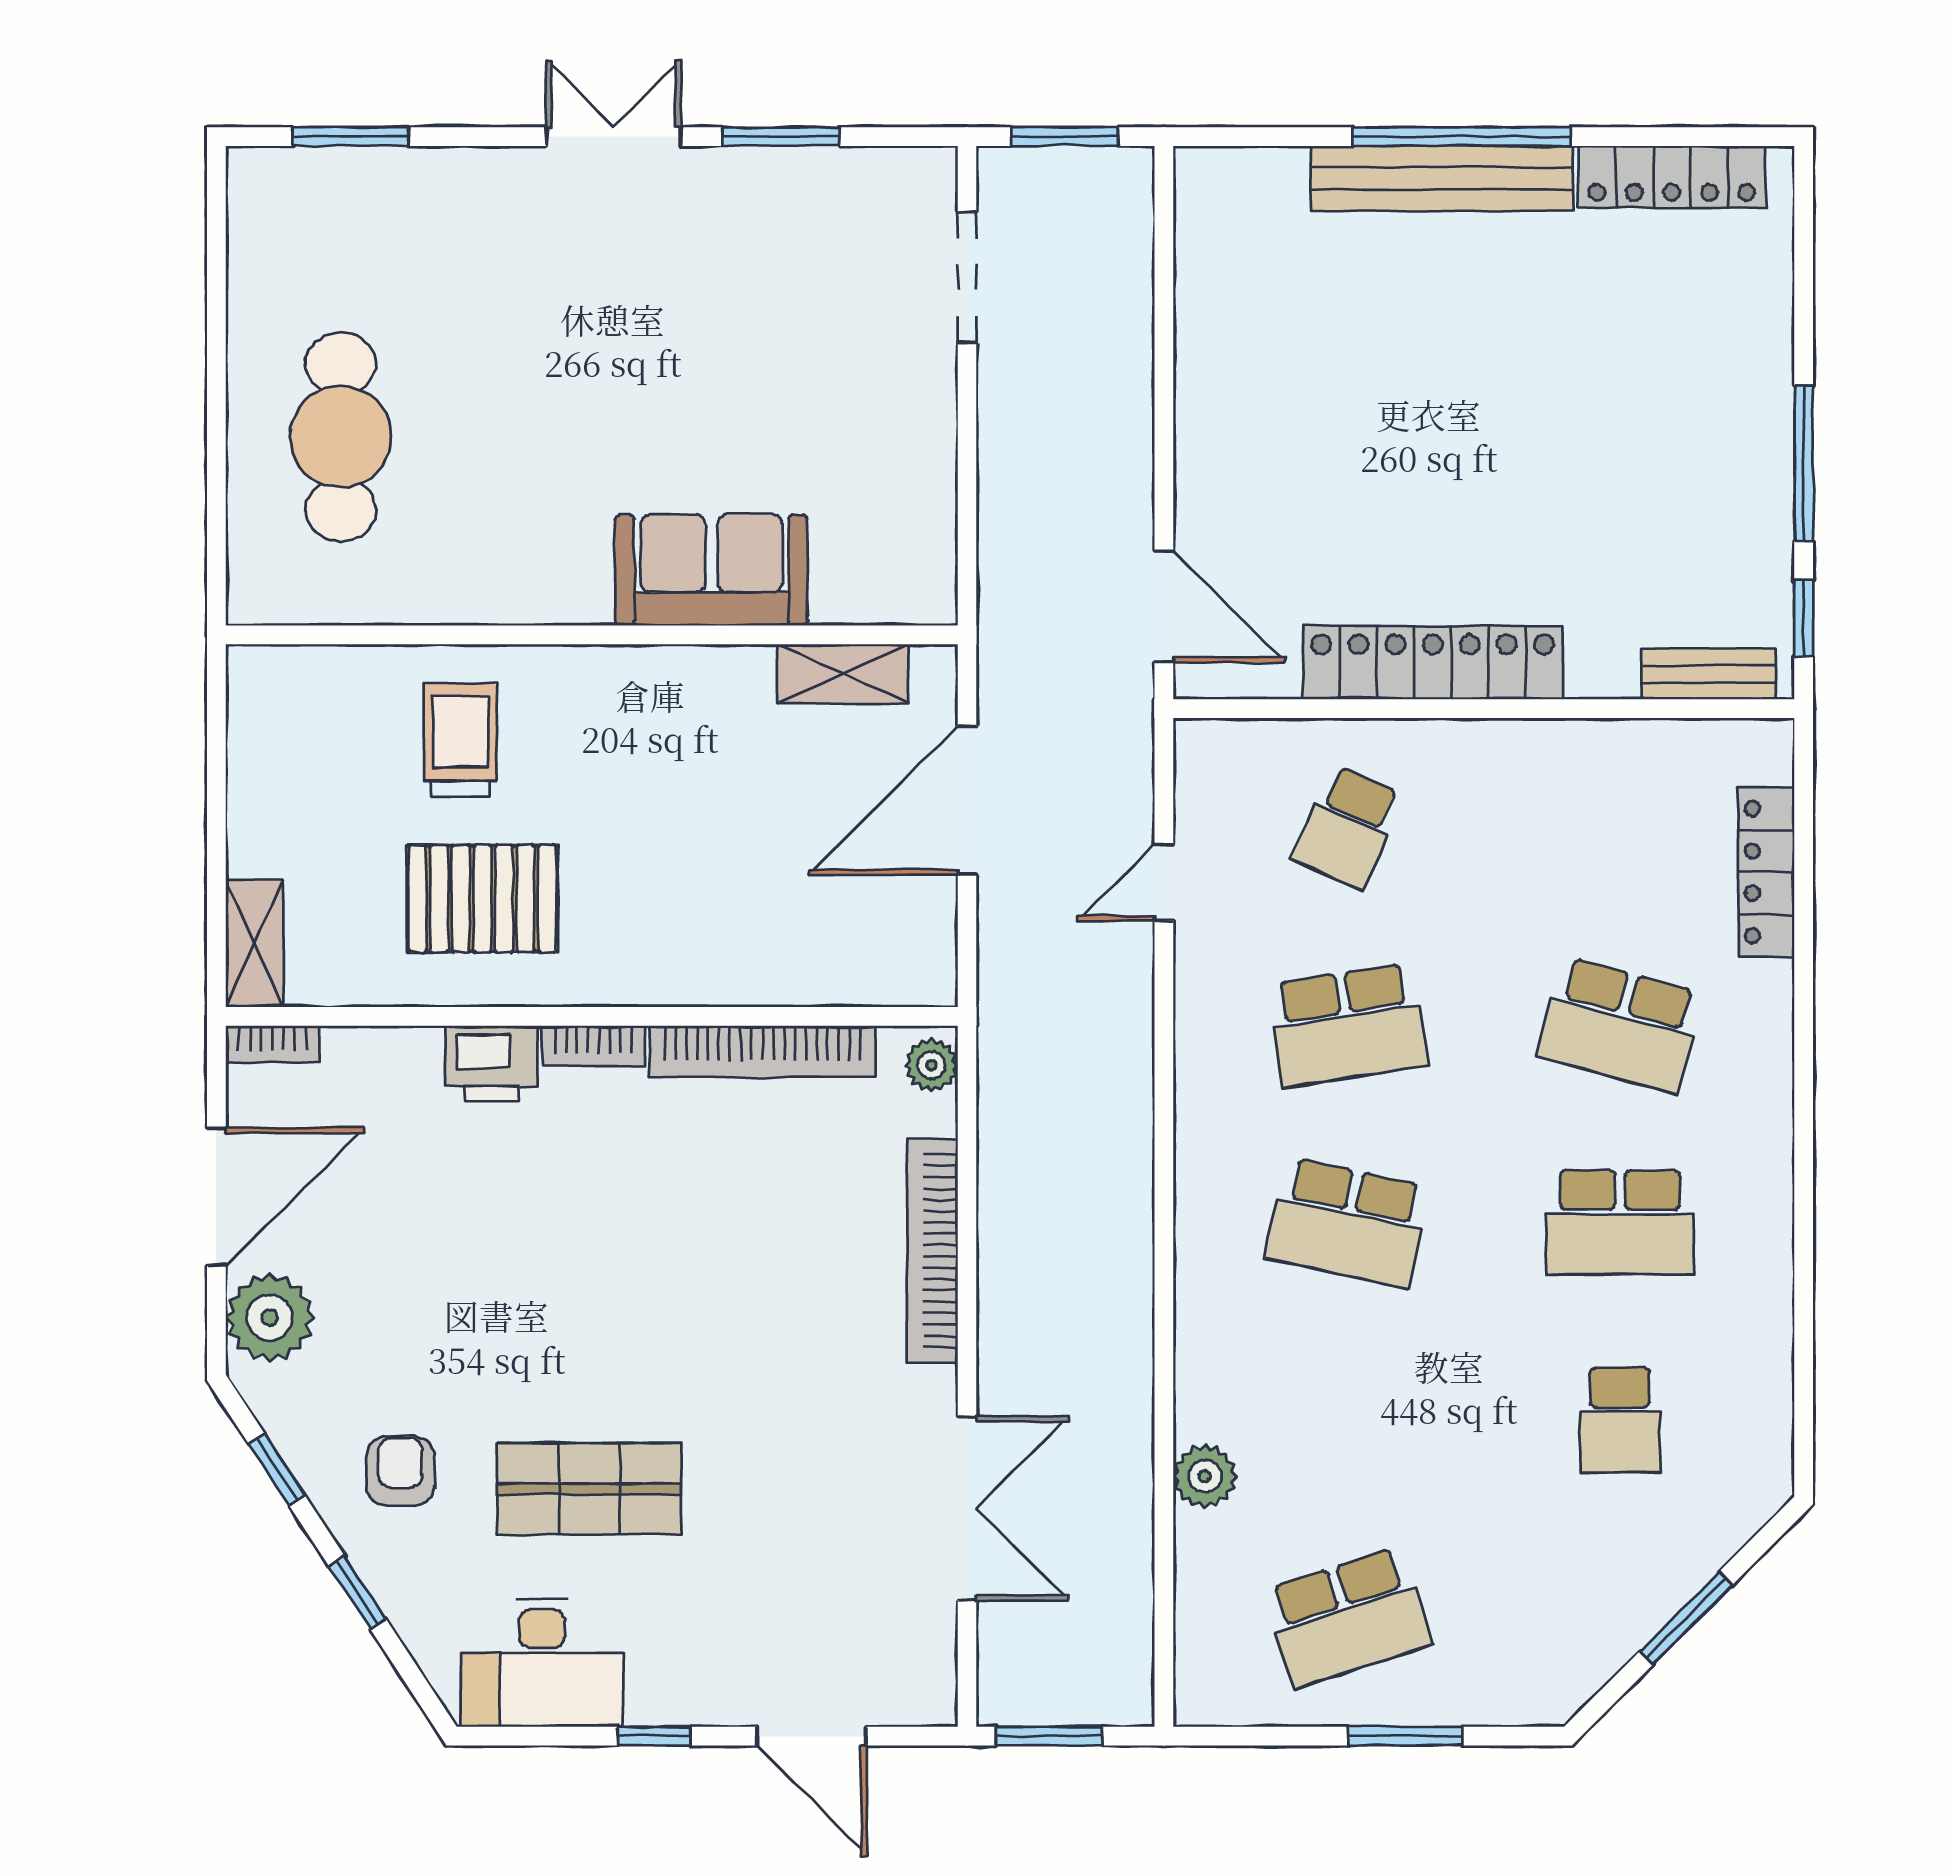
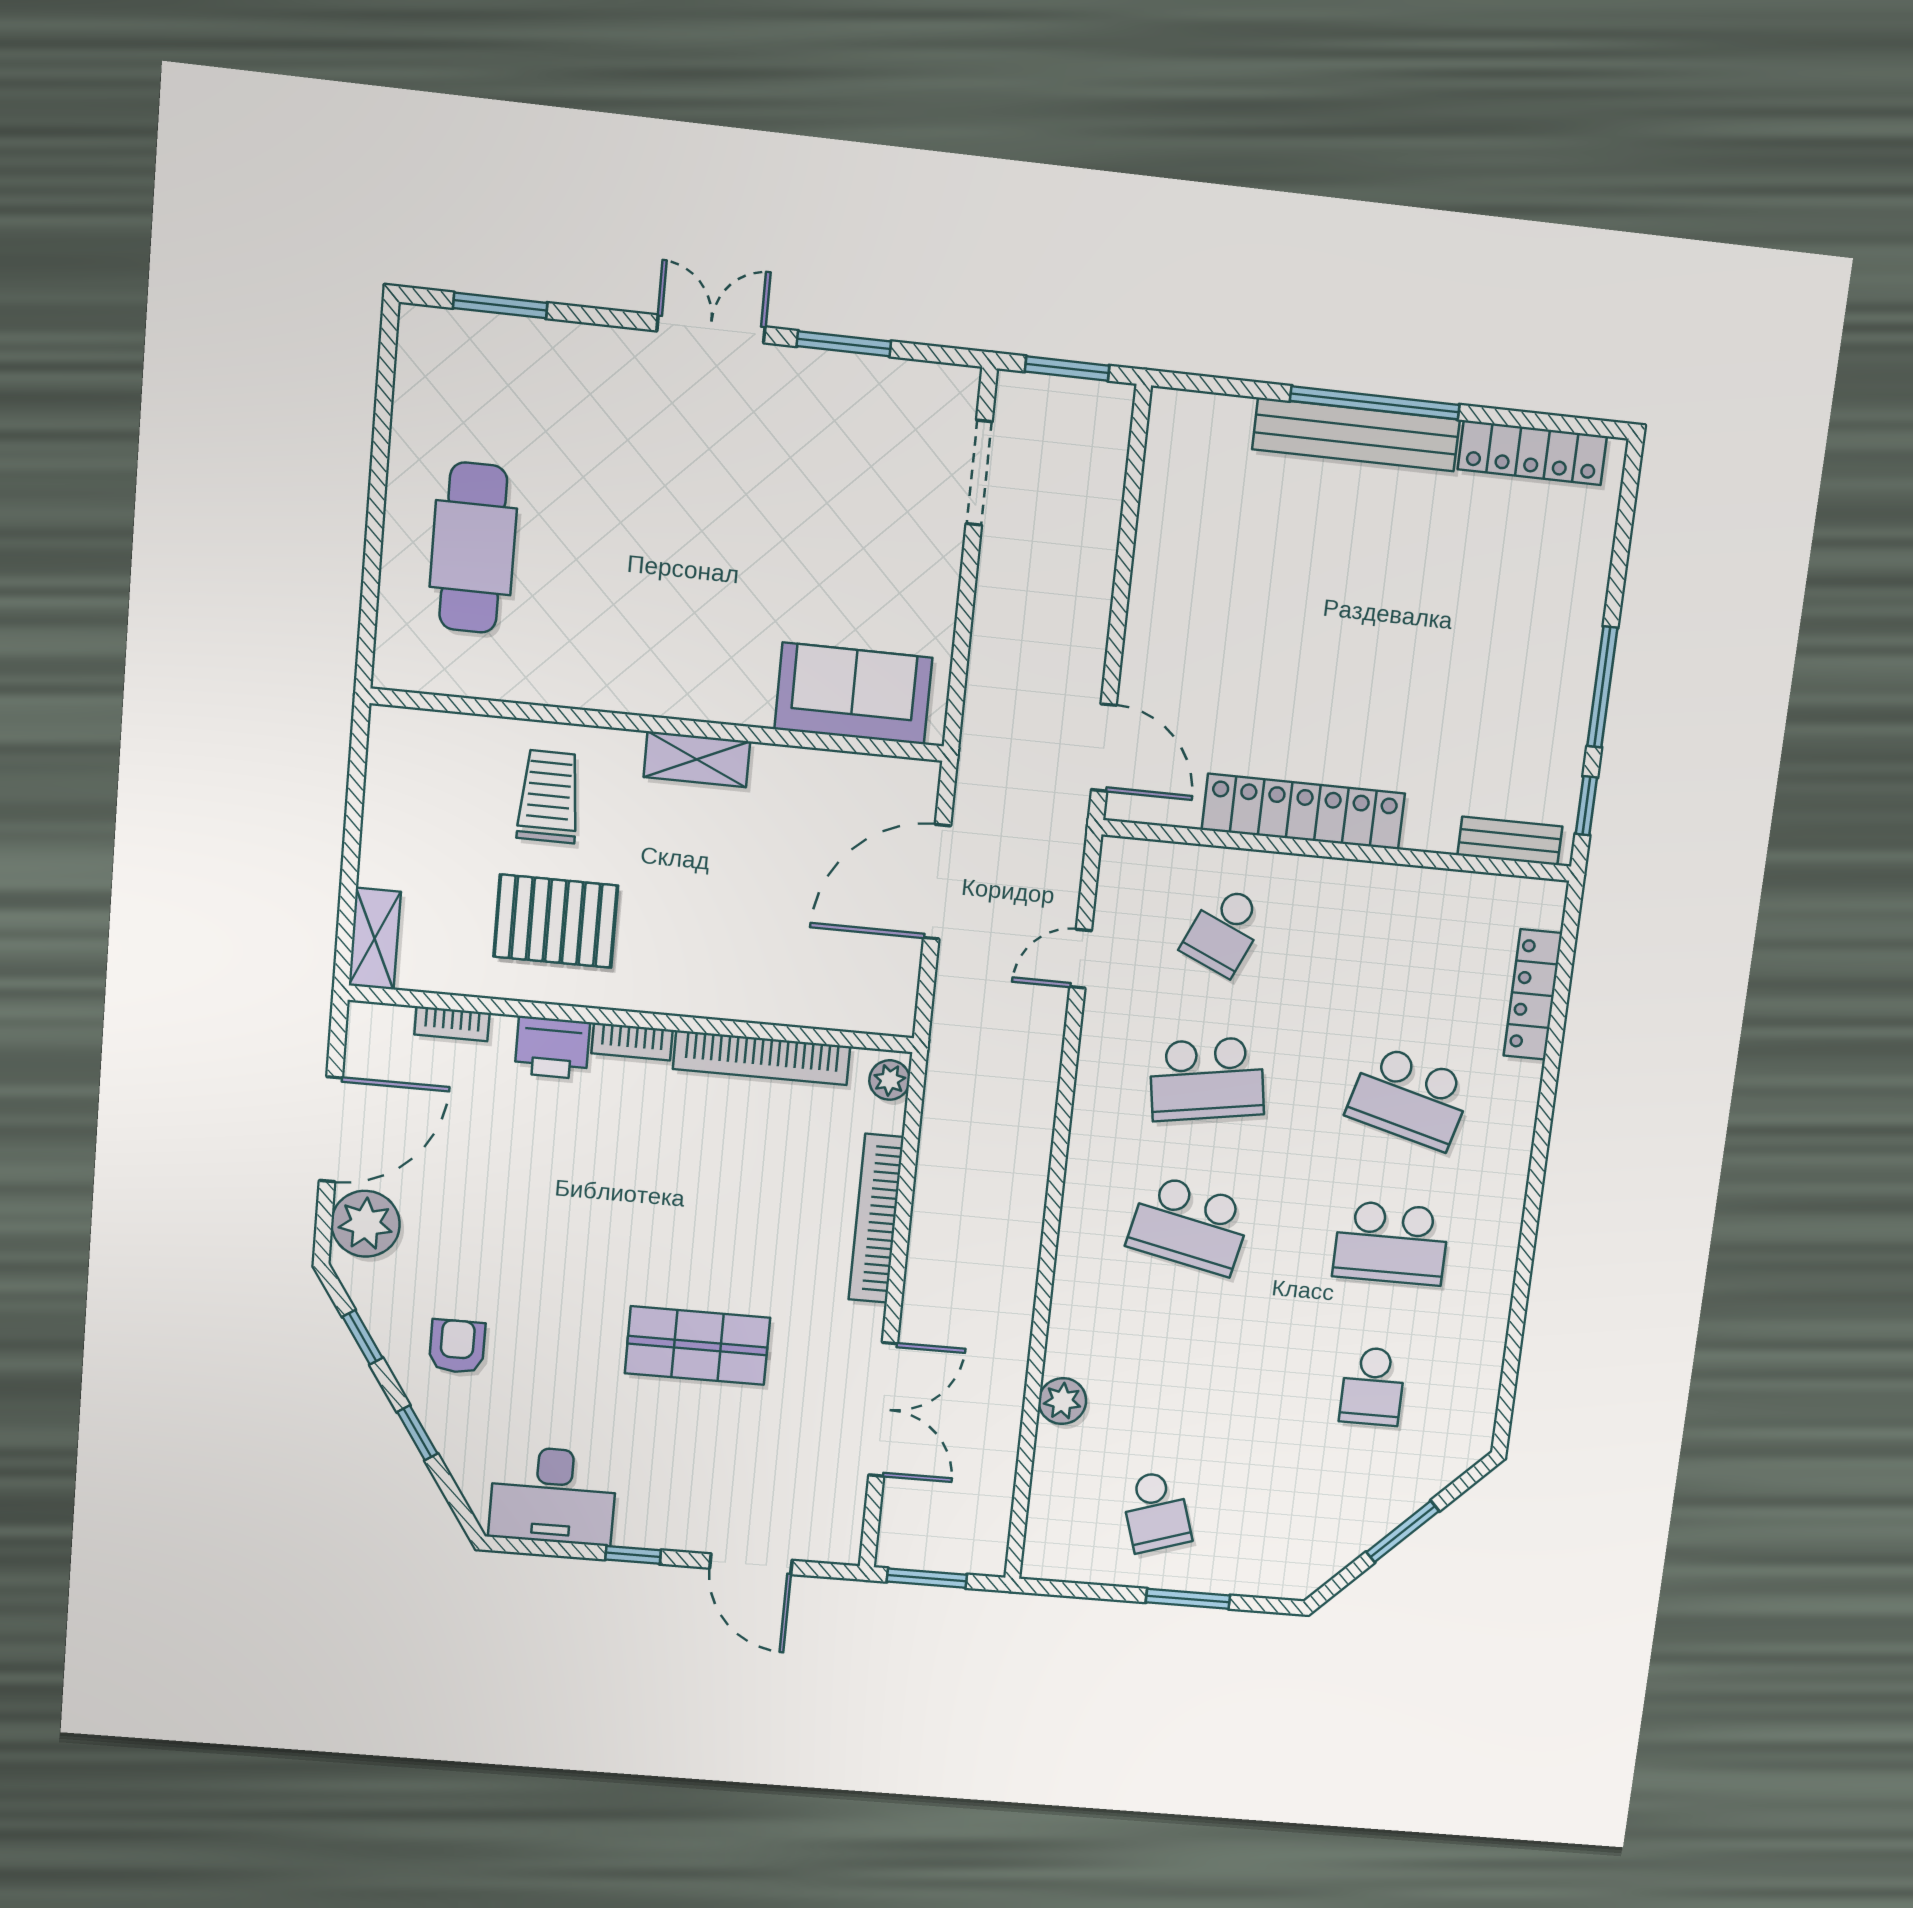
sofa: (711, 570) -> (853, 693), moved
shelving: (843, 674) -> (697, 759), moved
bookcase: (272, 1044) -> (452, 1024), moved
shop shelf: (589, 1489) -> (697, 1346), moved
school desk: (1348, 1617) -> (1156, 1511), width x0.54

